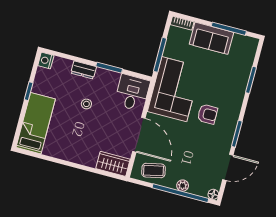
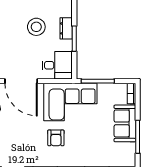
dresser: (84, 70) -> (66, 28), moved
stool: (86, 104) -> (36, 27), width x1.89, depth x1.89
door: (139, 135) -> (21, 81), hinge flipped

